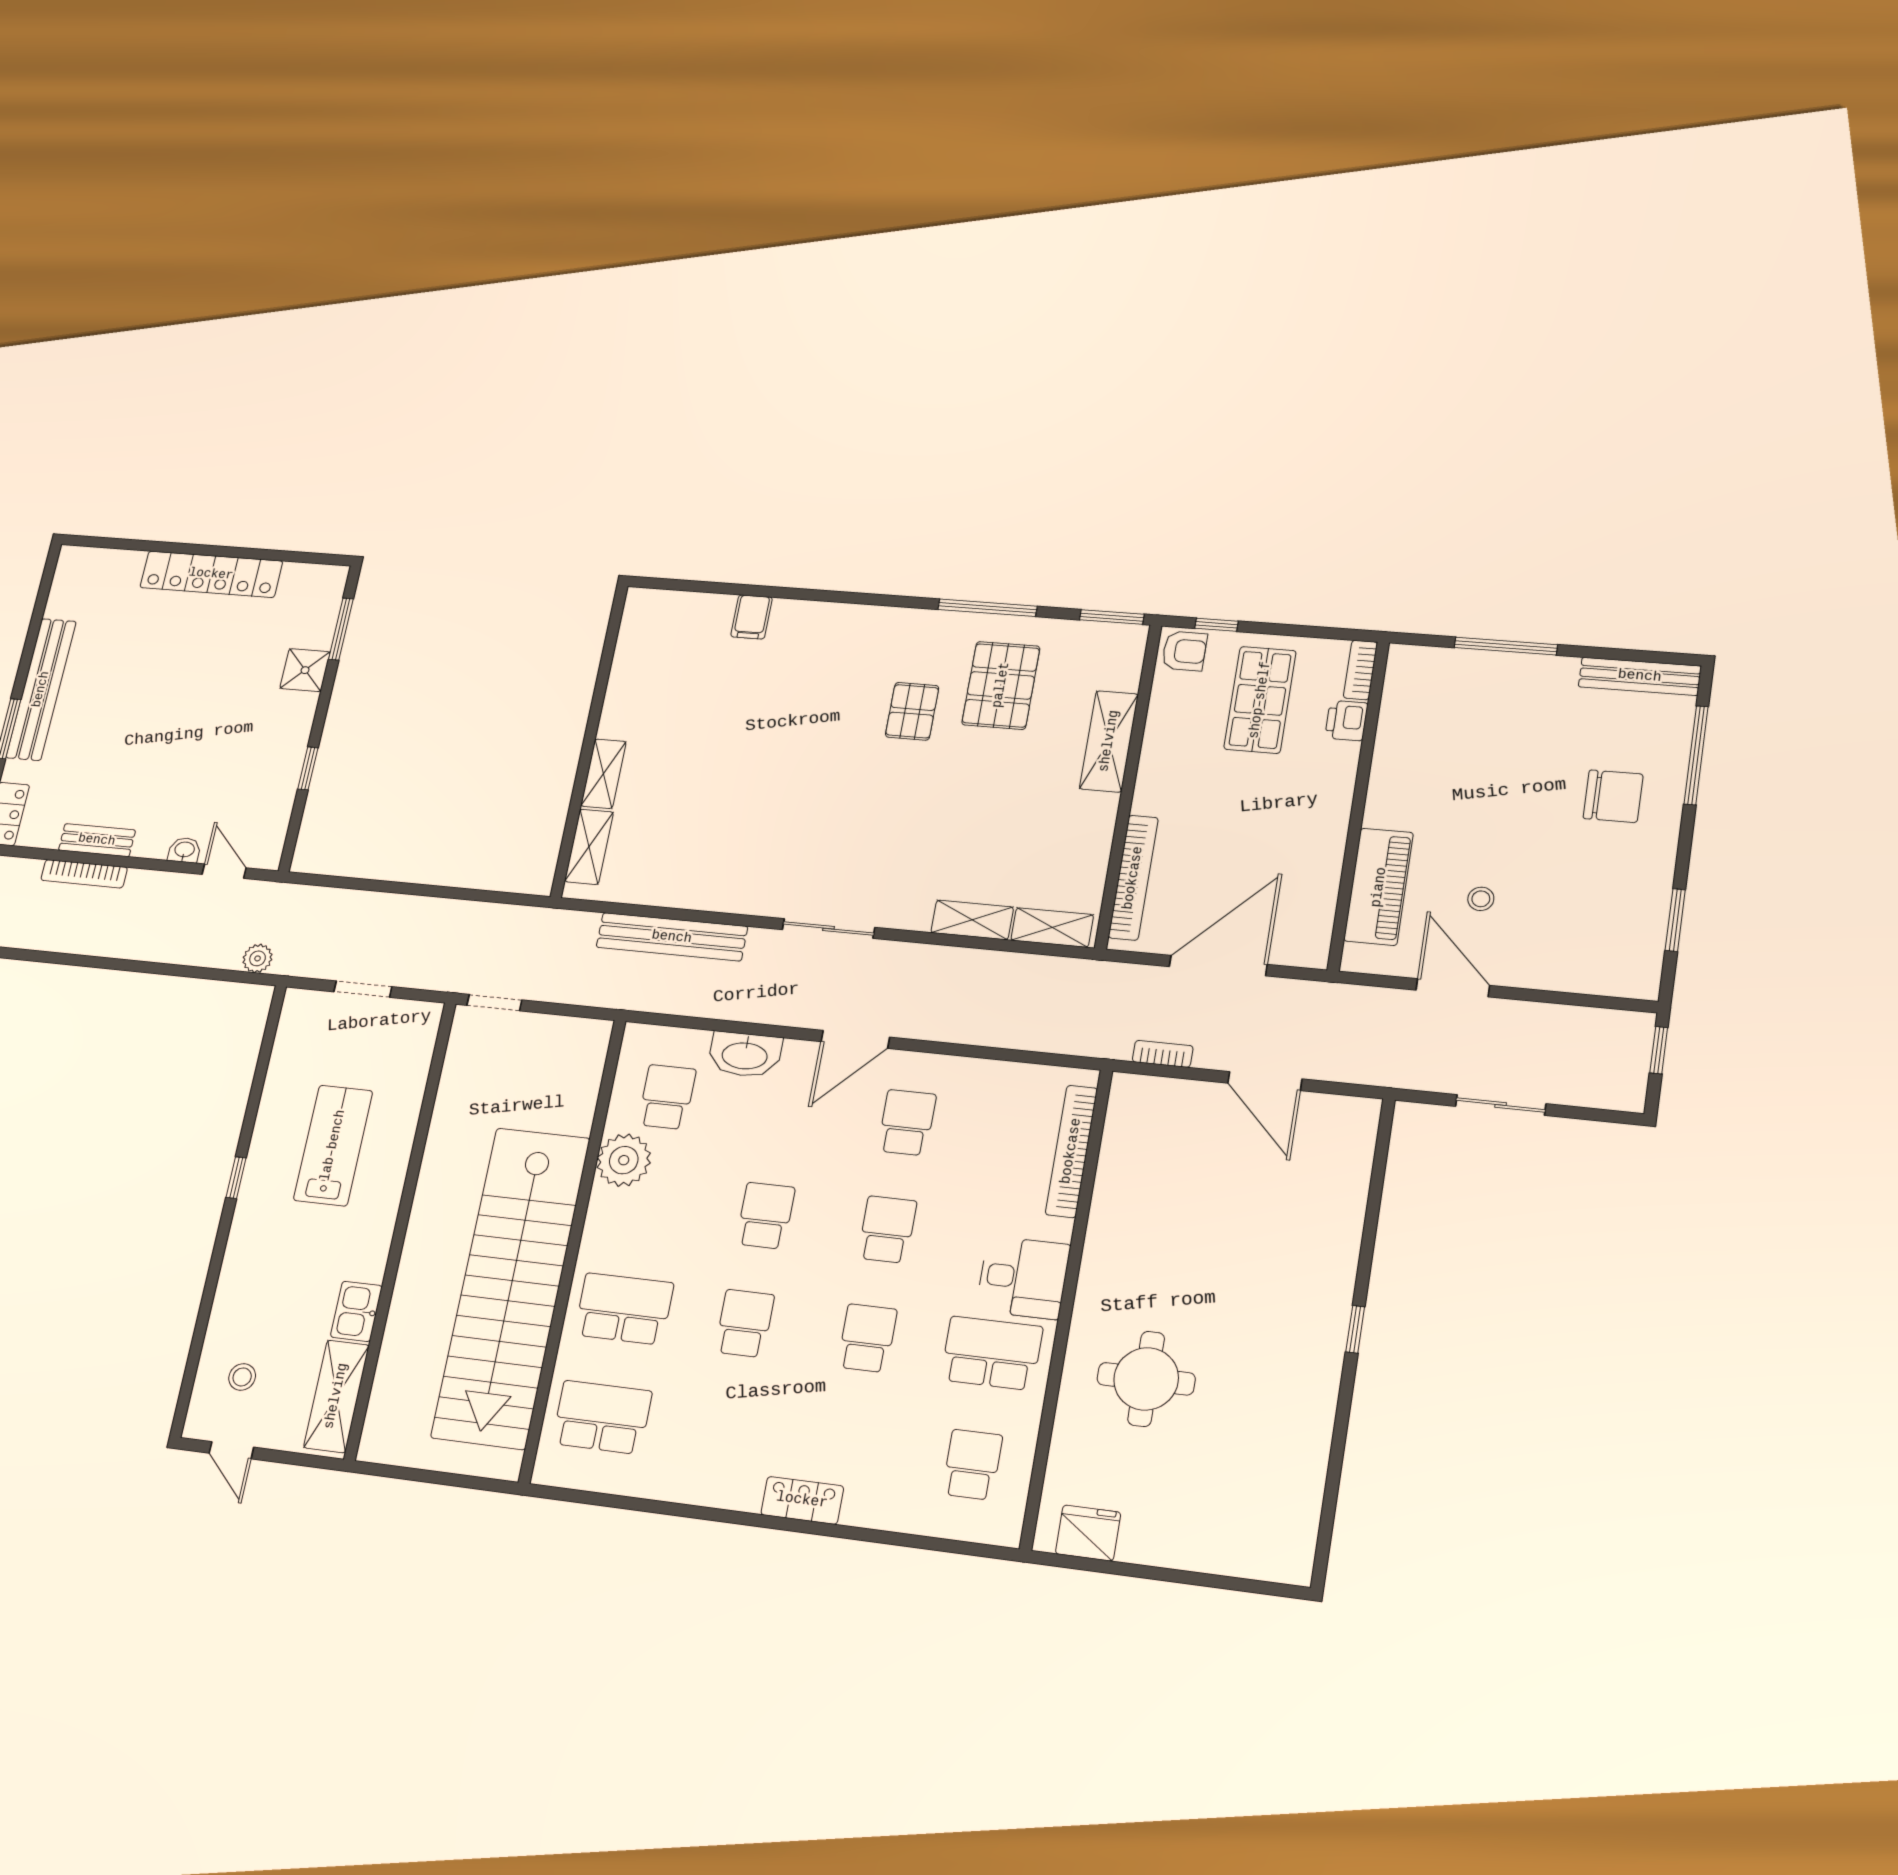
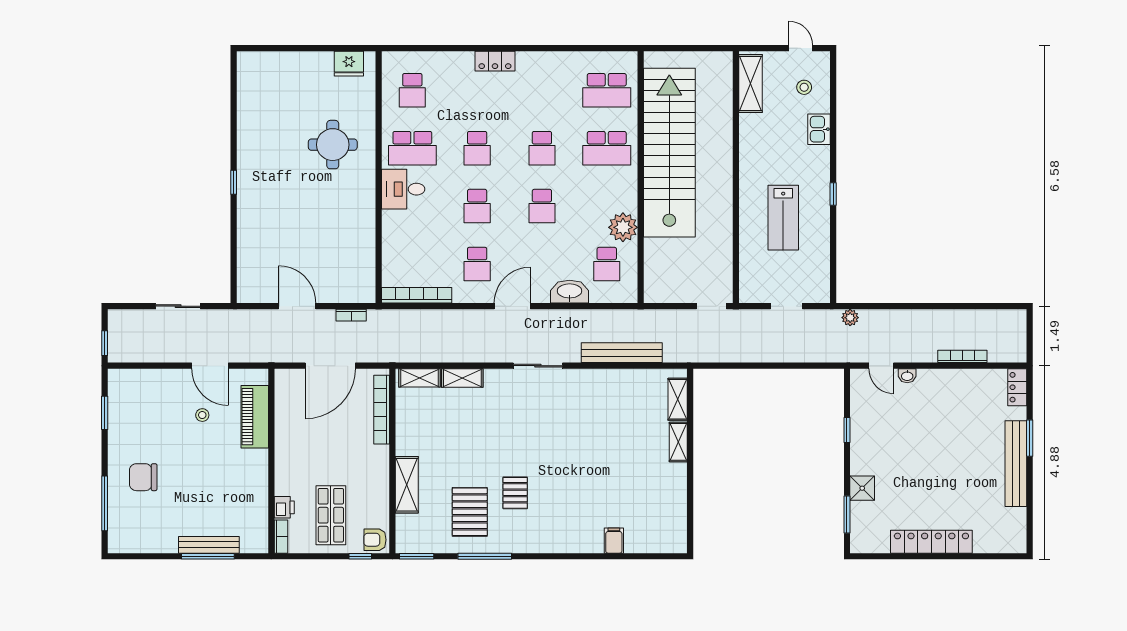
bench: (1640, 676) -> (209, 545), moved
bench: (97, 840) -> (960, 377), removed
bookcase: (1071, 1151) -> (417, 295), moved, turned -90
kitchen sink: (356, 1311) -> (819, 129), moved, turned 180

